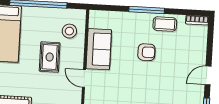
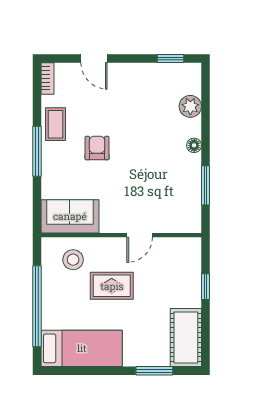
sofa: (99, 49) -> (70, 216), moved
door: (208, 75) -> (94, 58), moved

